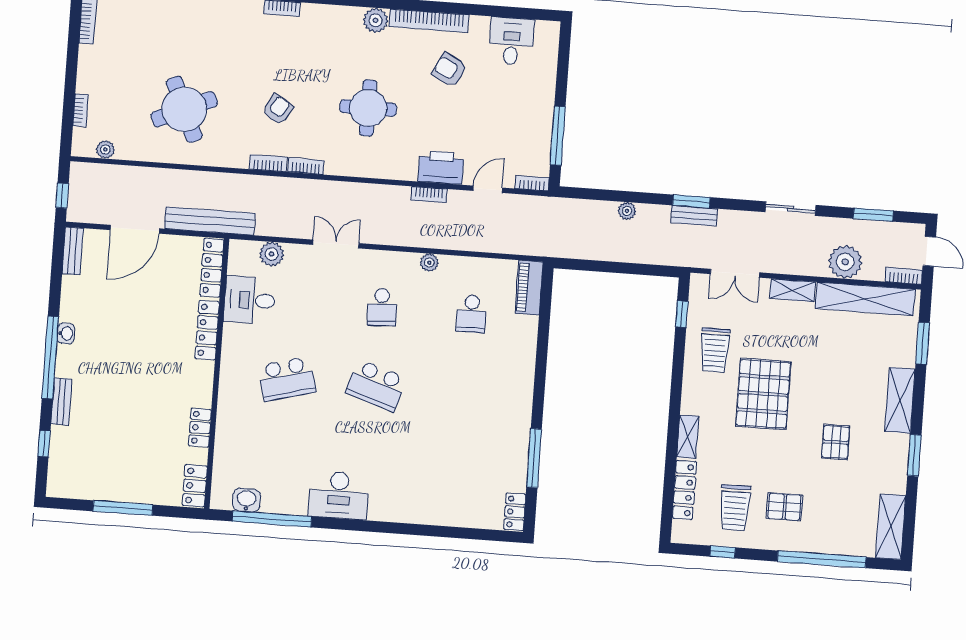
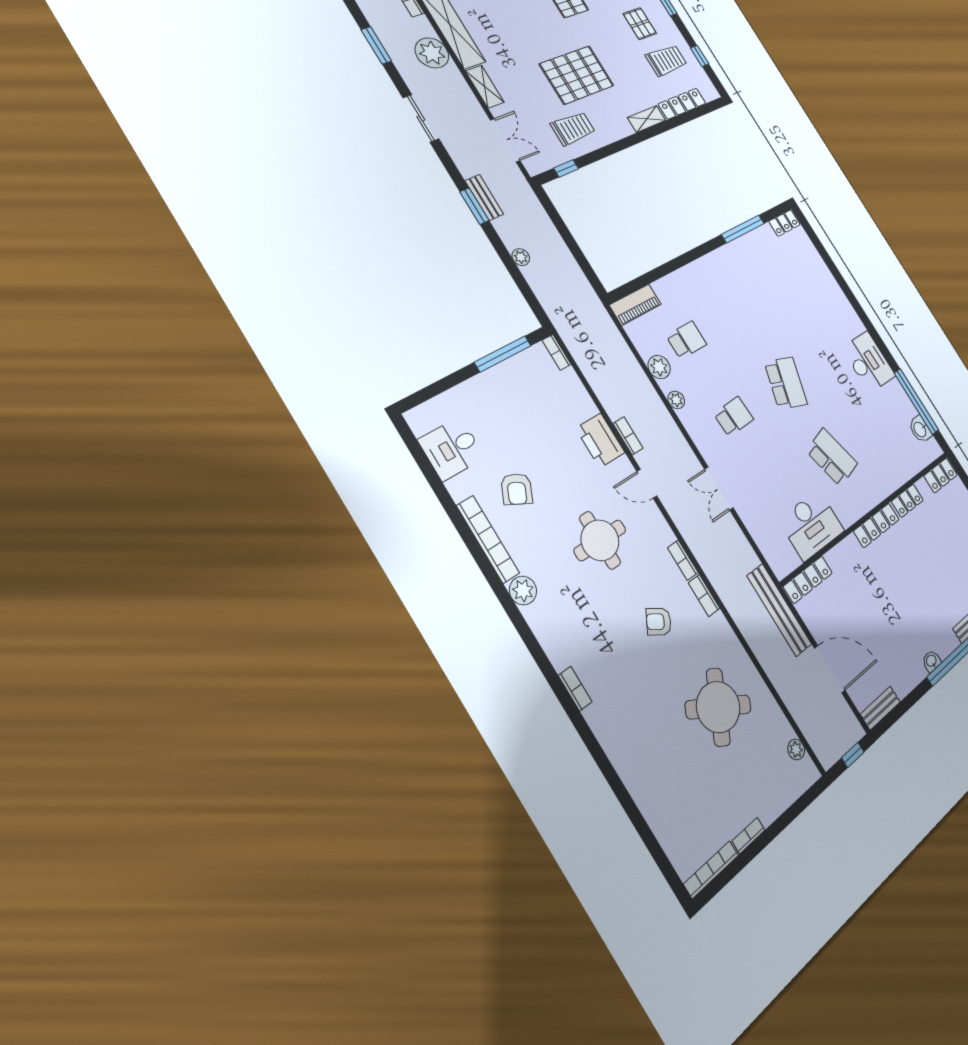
round table: (184, 109) -> (718, 707), turned -37
bookcase: (80, 110) -> (748, 836), moved
door: (488, 189) -> (647, 484), moved
plant: (272, 254) -> (659, 367), moved
desk: (250, 300) -> (811, 525), width x1.37
locker: (207, 330) -> (876, 525), moved

